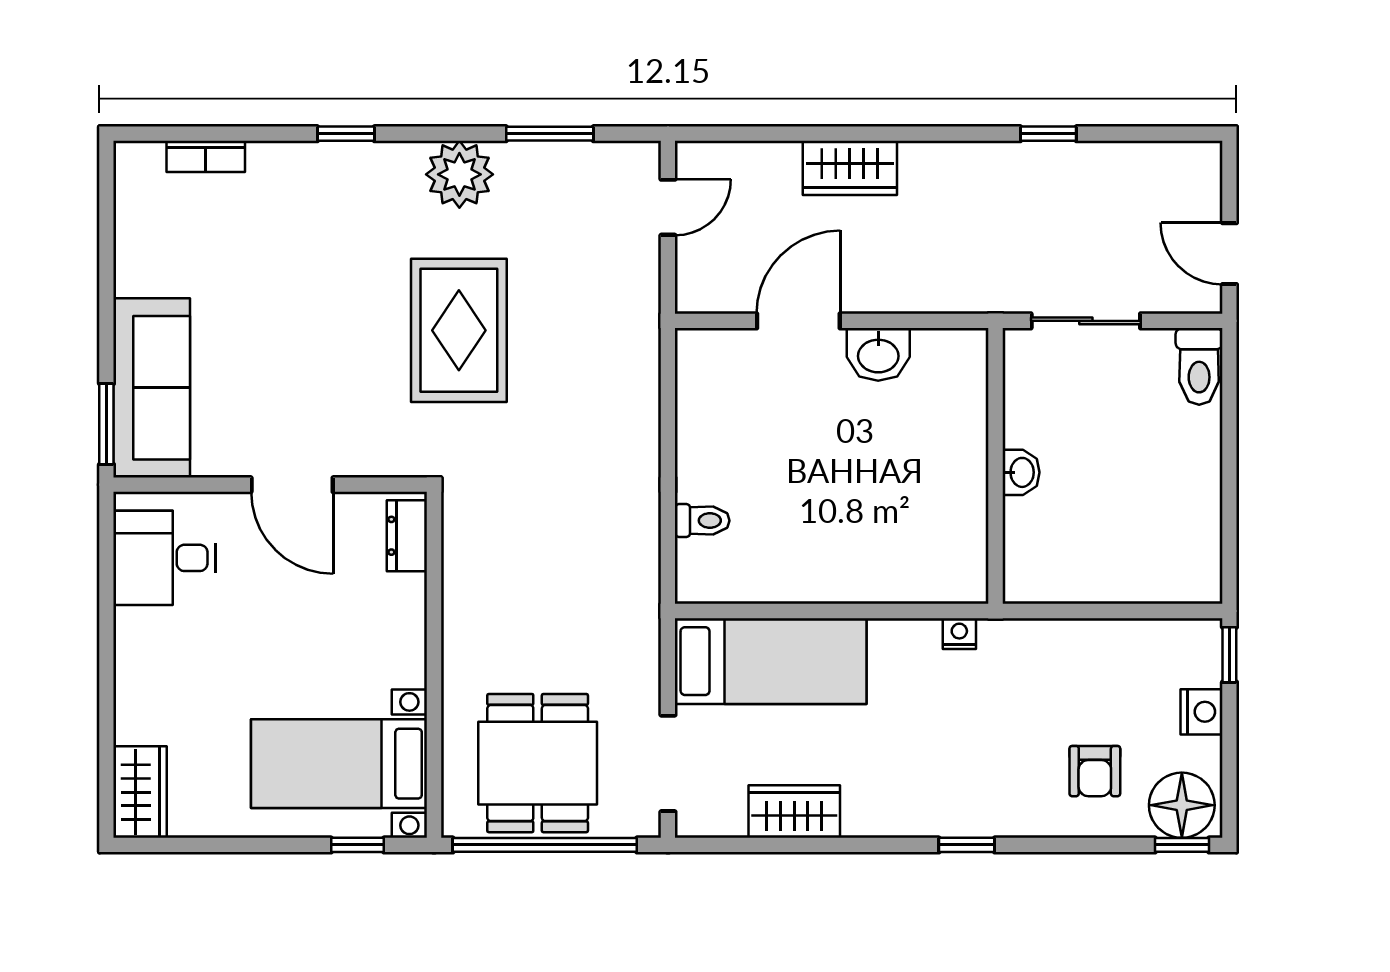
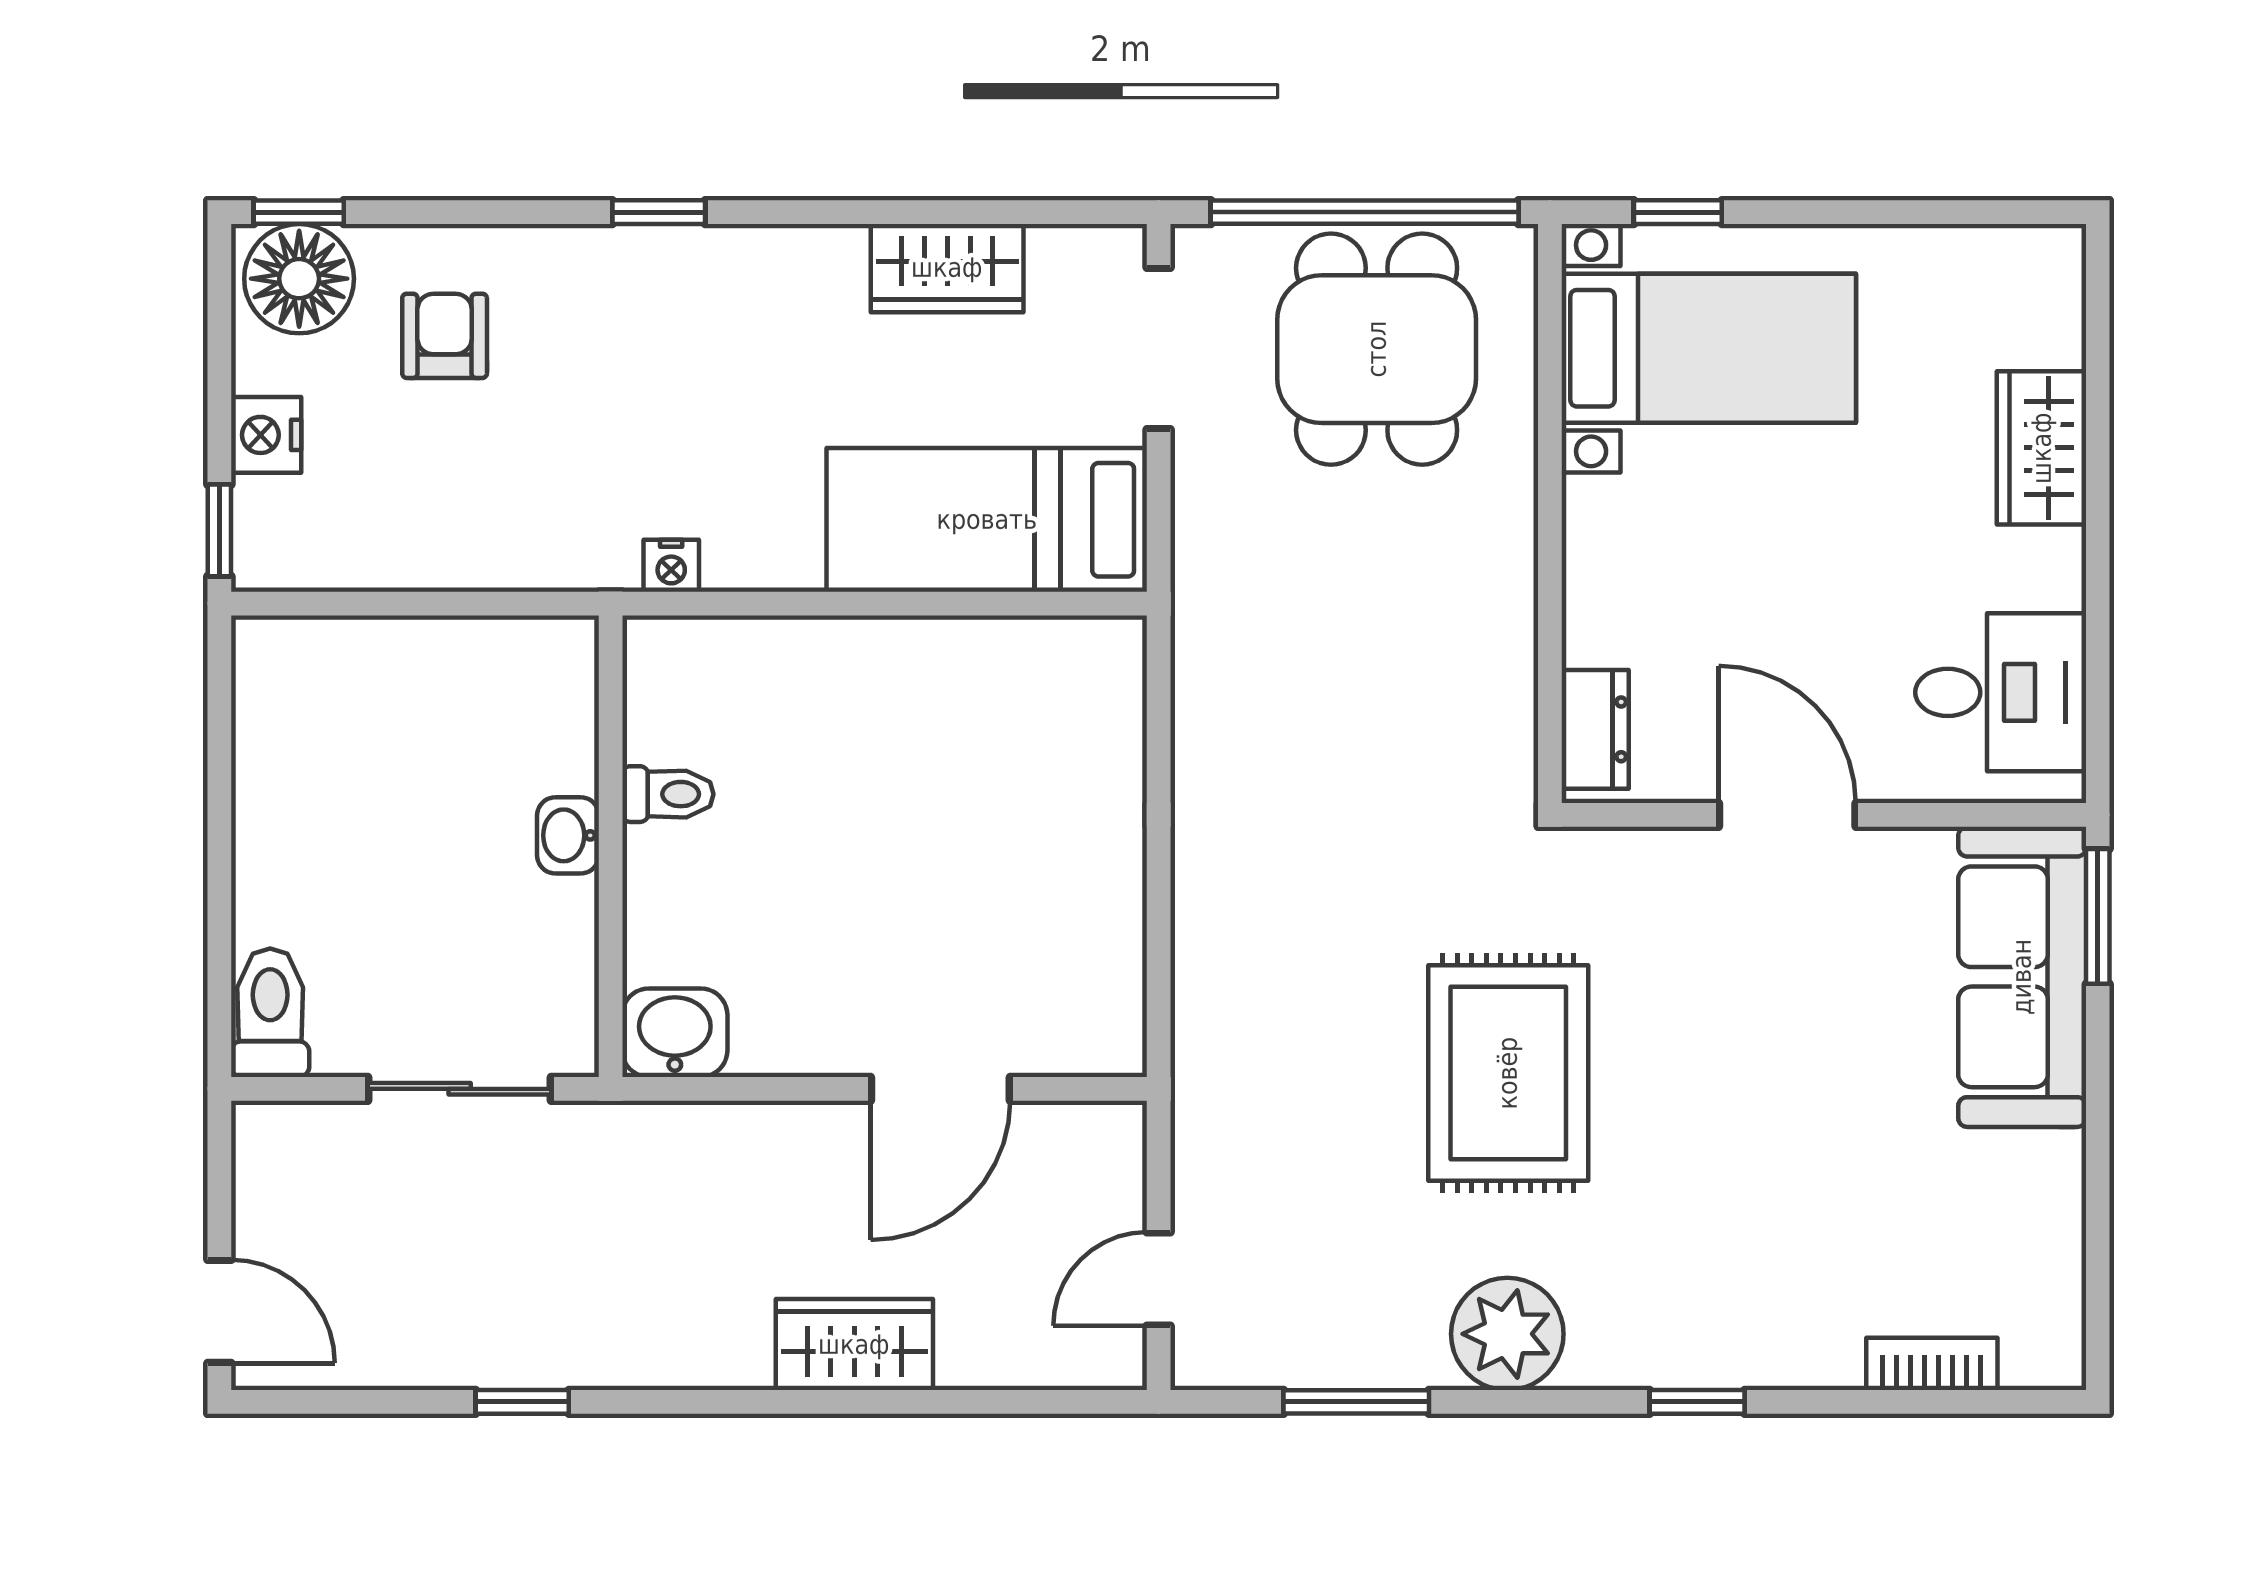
door: (1229, 254) -> (219, 1311), moved
washbasin: (878, 354) -> (675, 1033), moved
toilet: (702, 521) -> (668, 794), moved, turned 180
wardrobe: (140, 792) -> (2042, 448), moved

